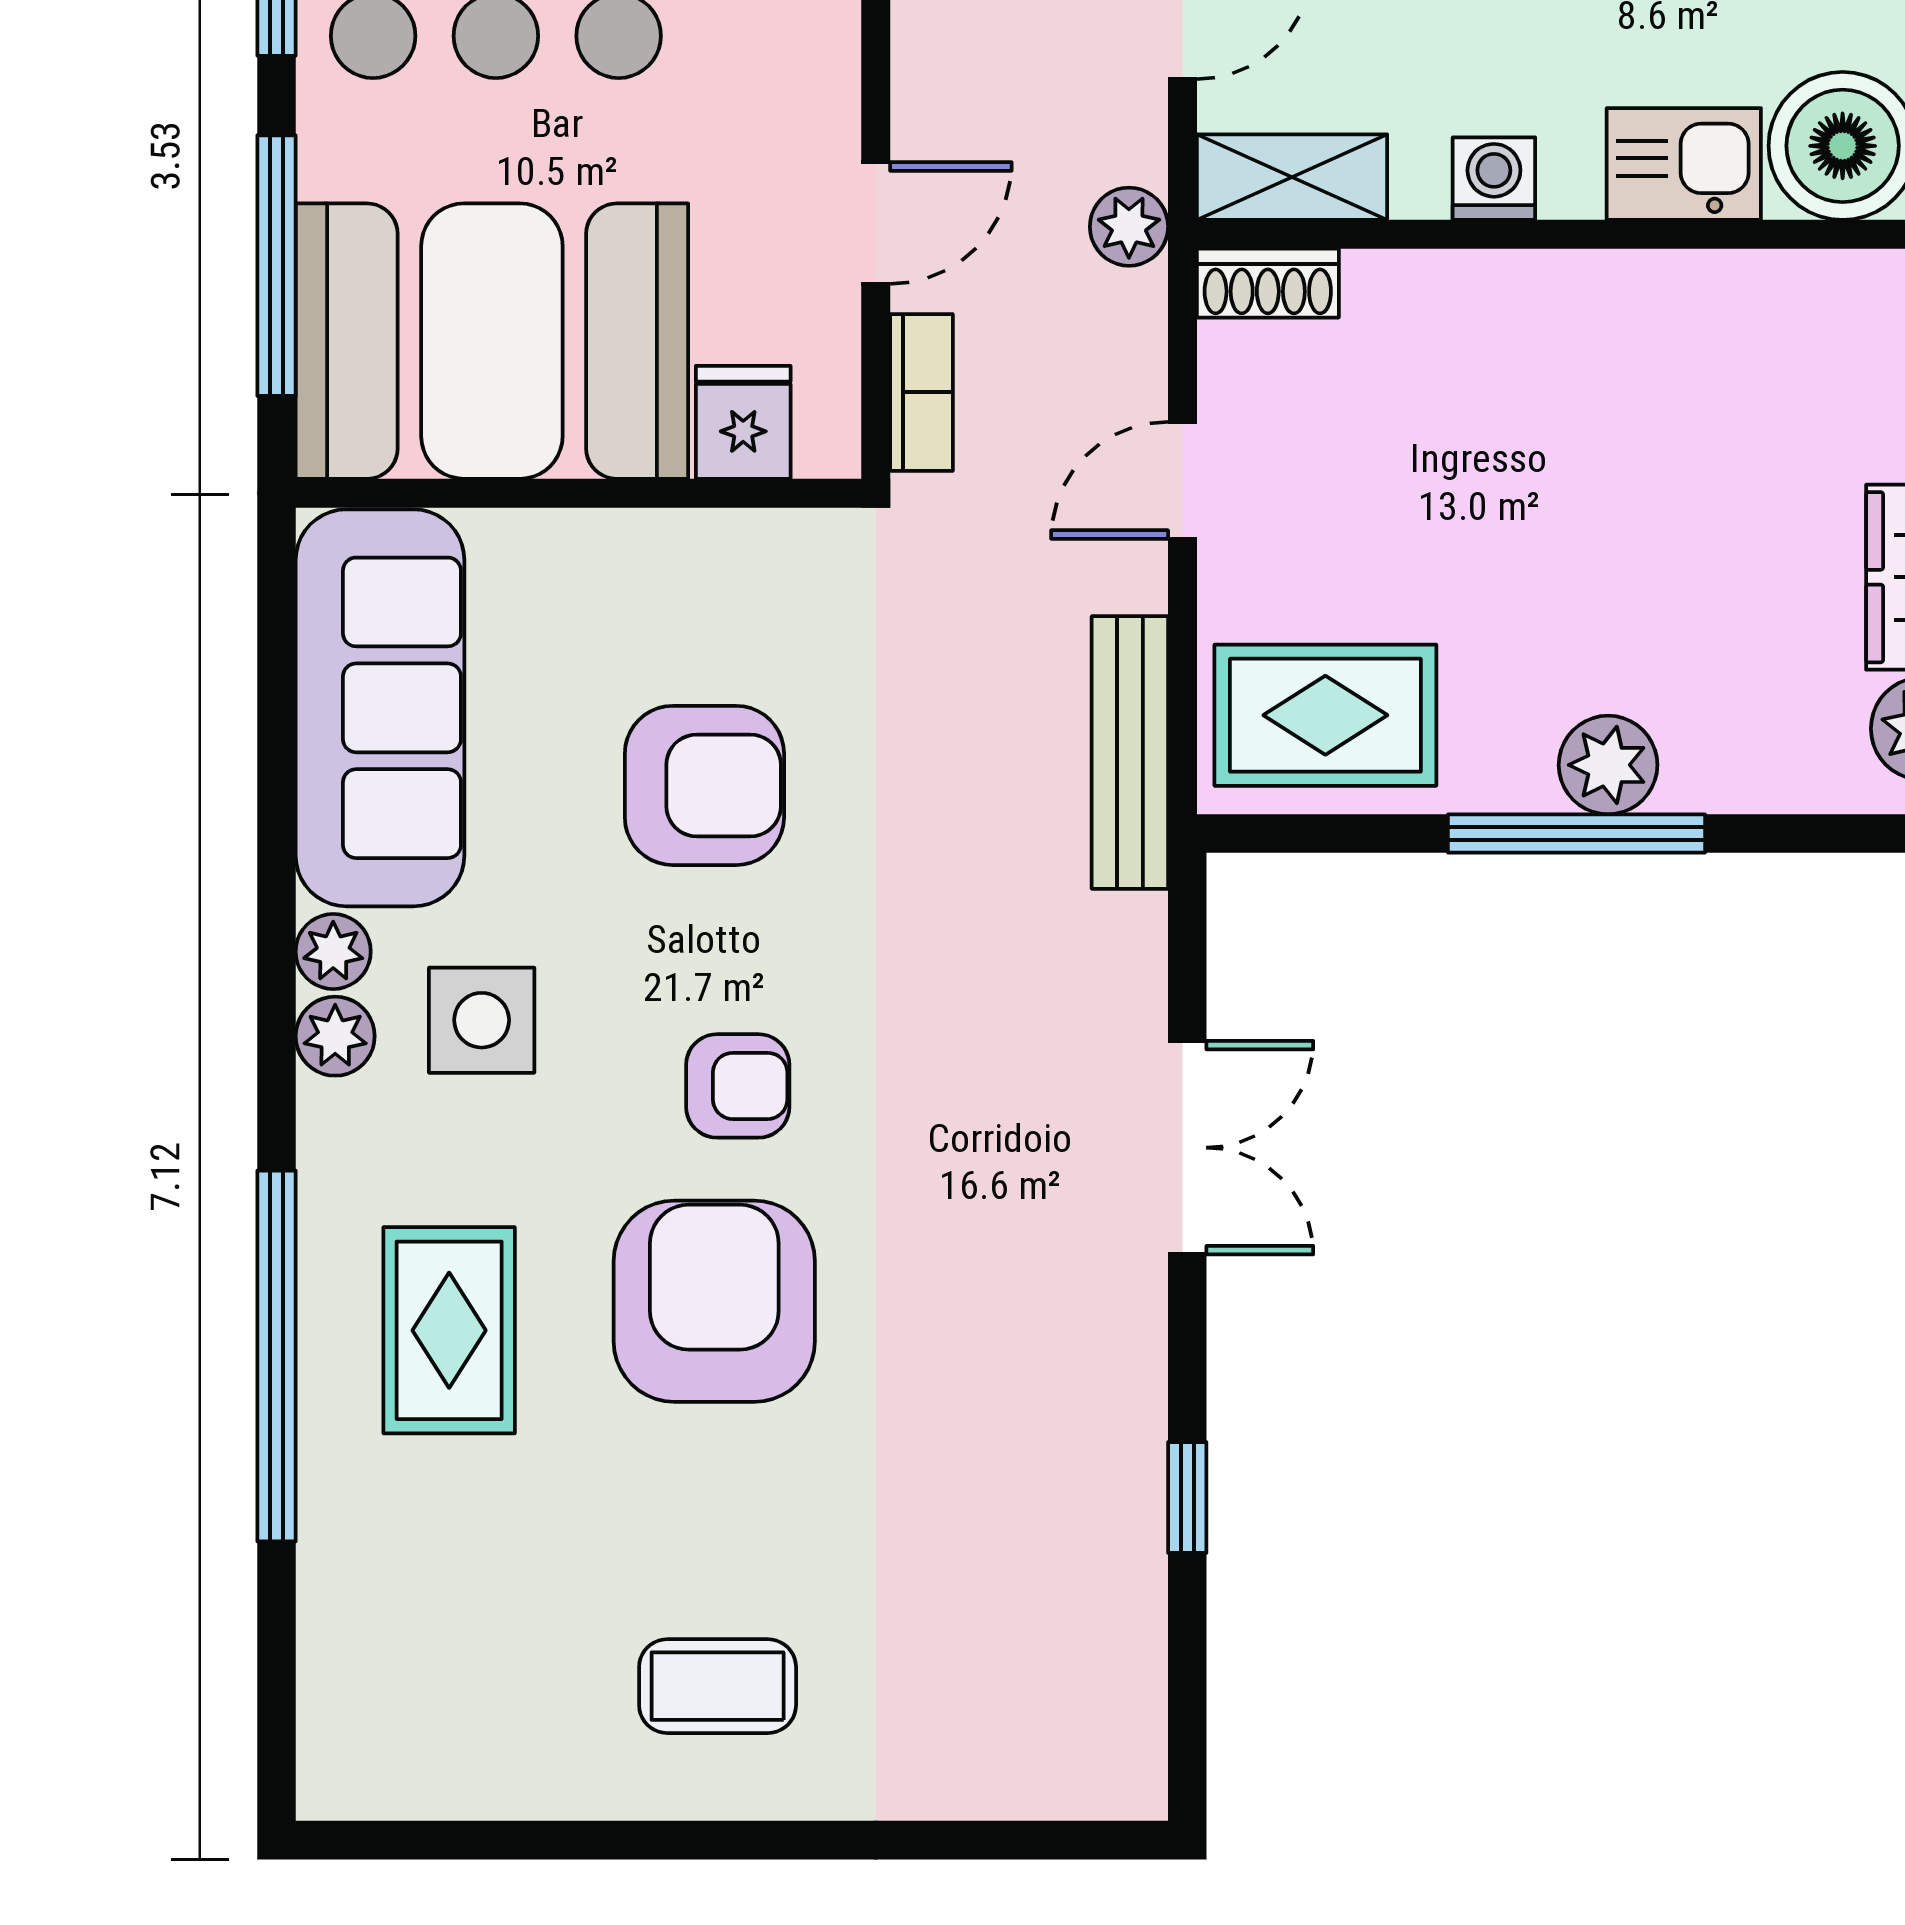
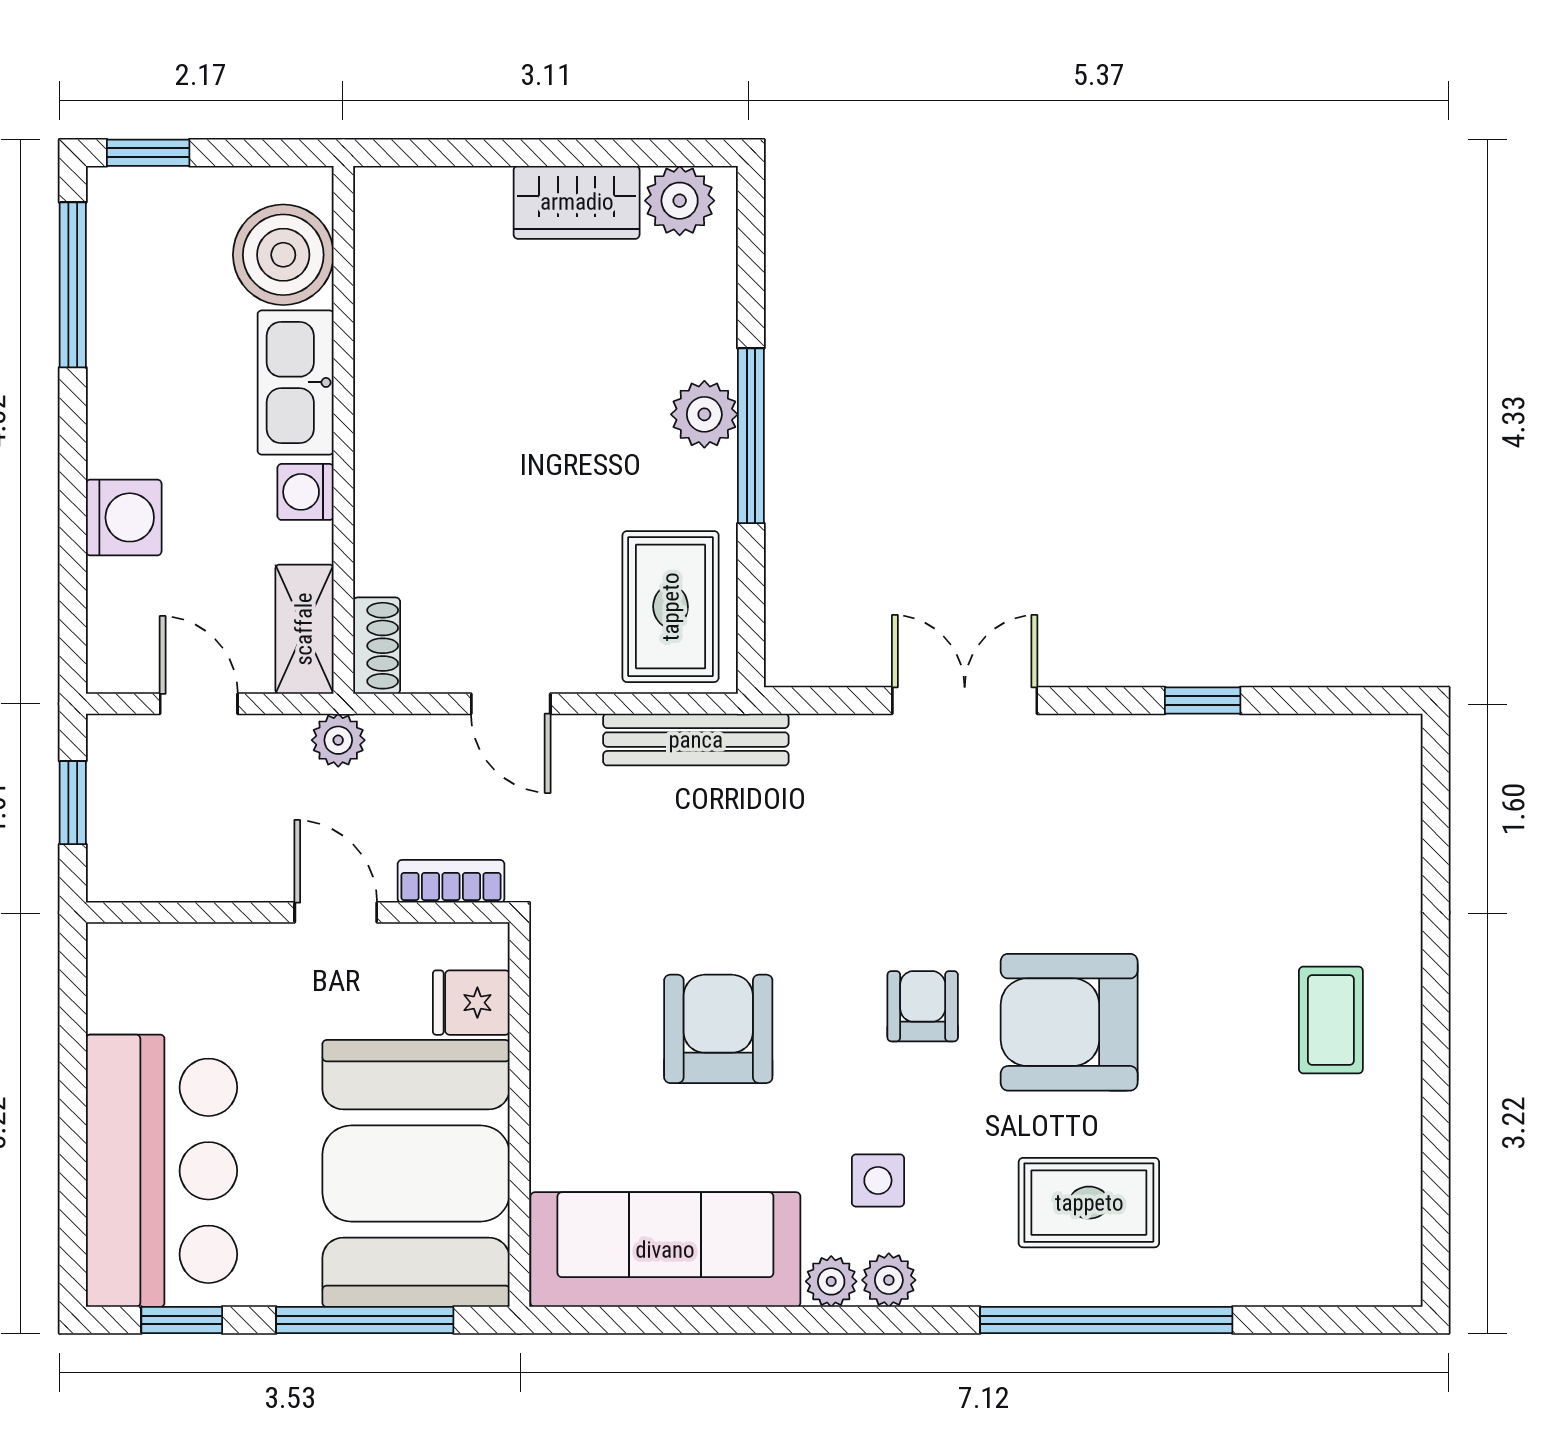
kitchen sink: (1684, 164) -> (296, 382), width x1.38
side table: (482, 1020) -> (878, 1180), width x0.73, depth x0.73

